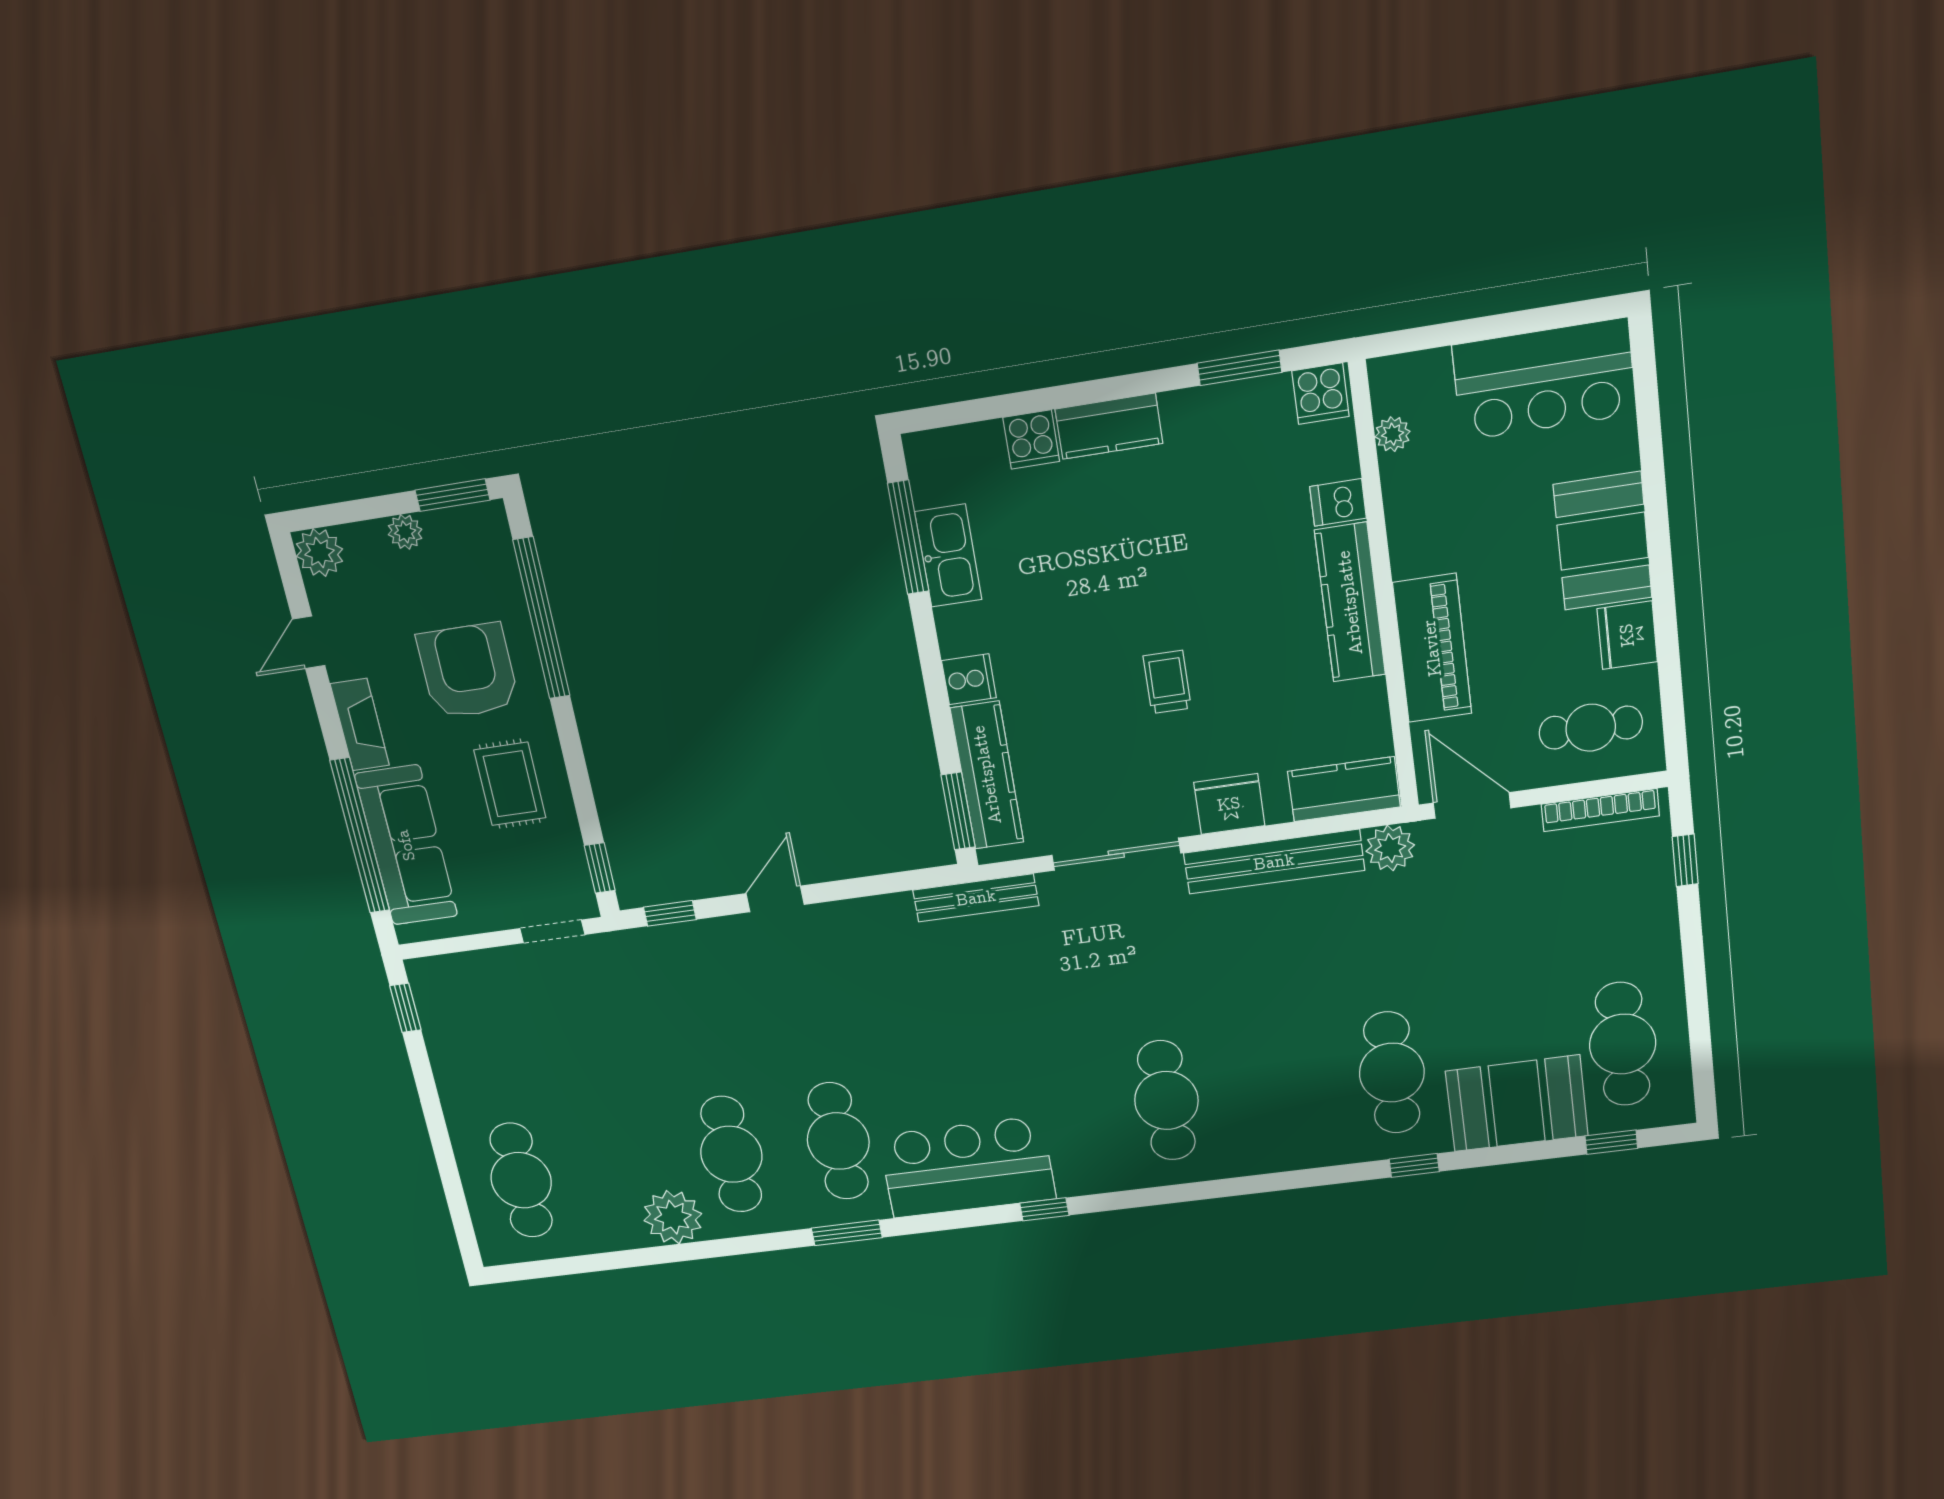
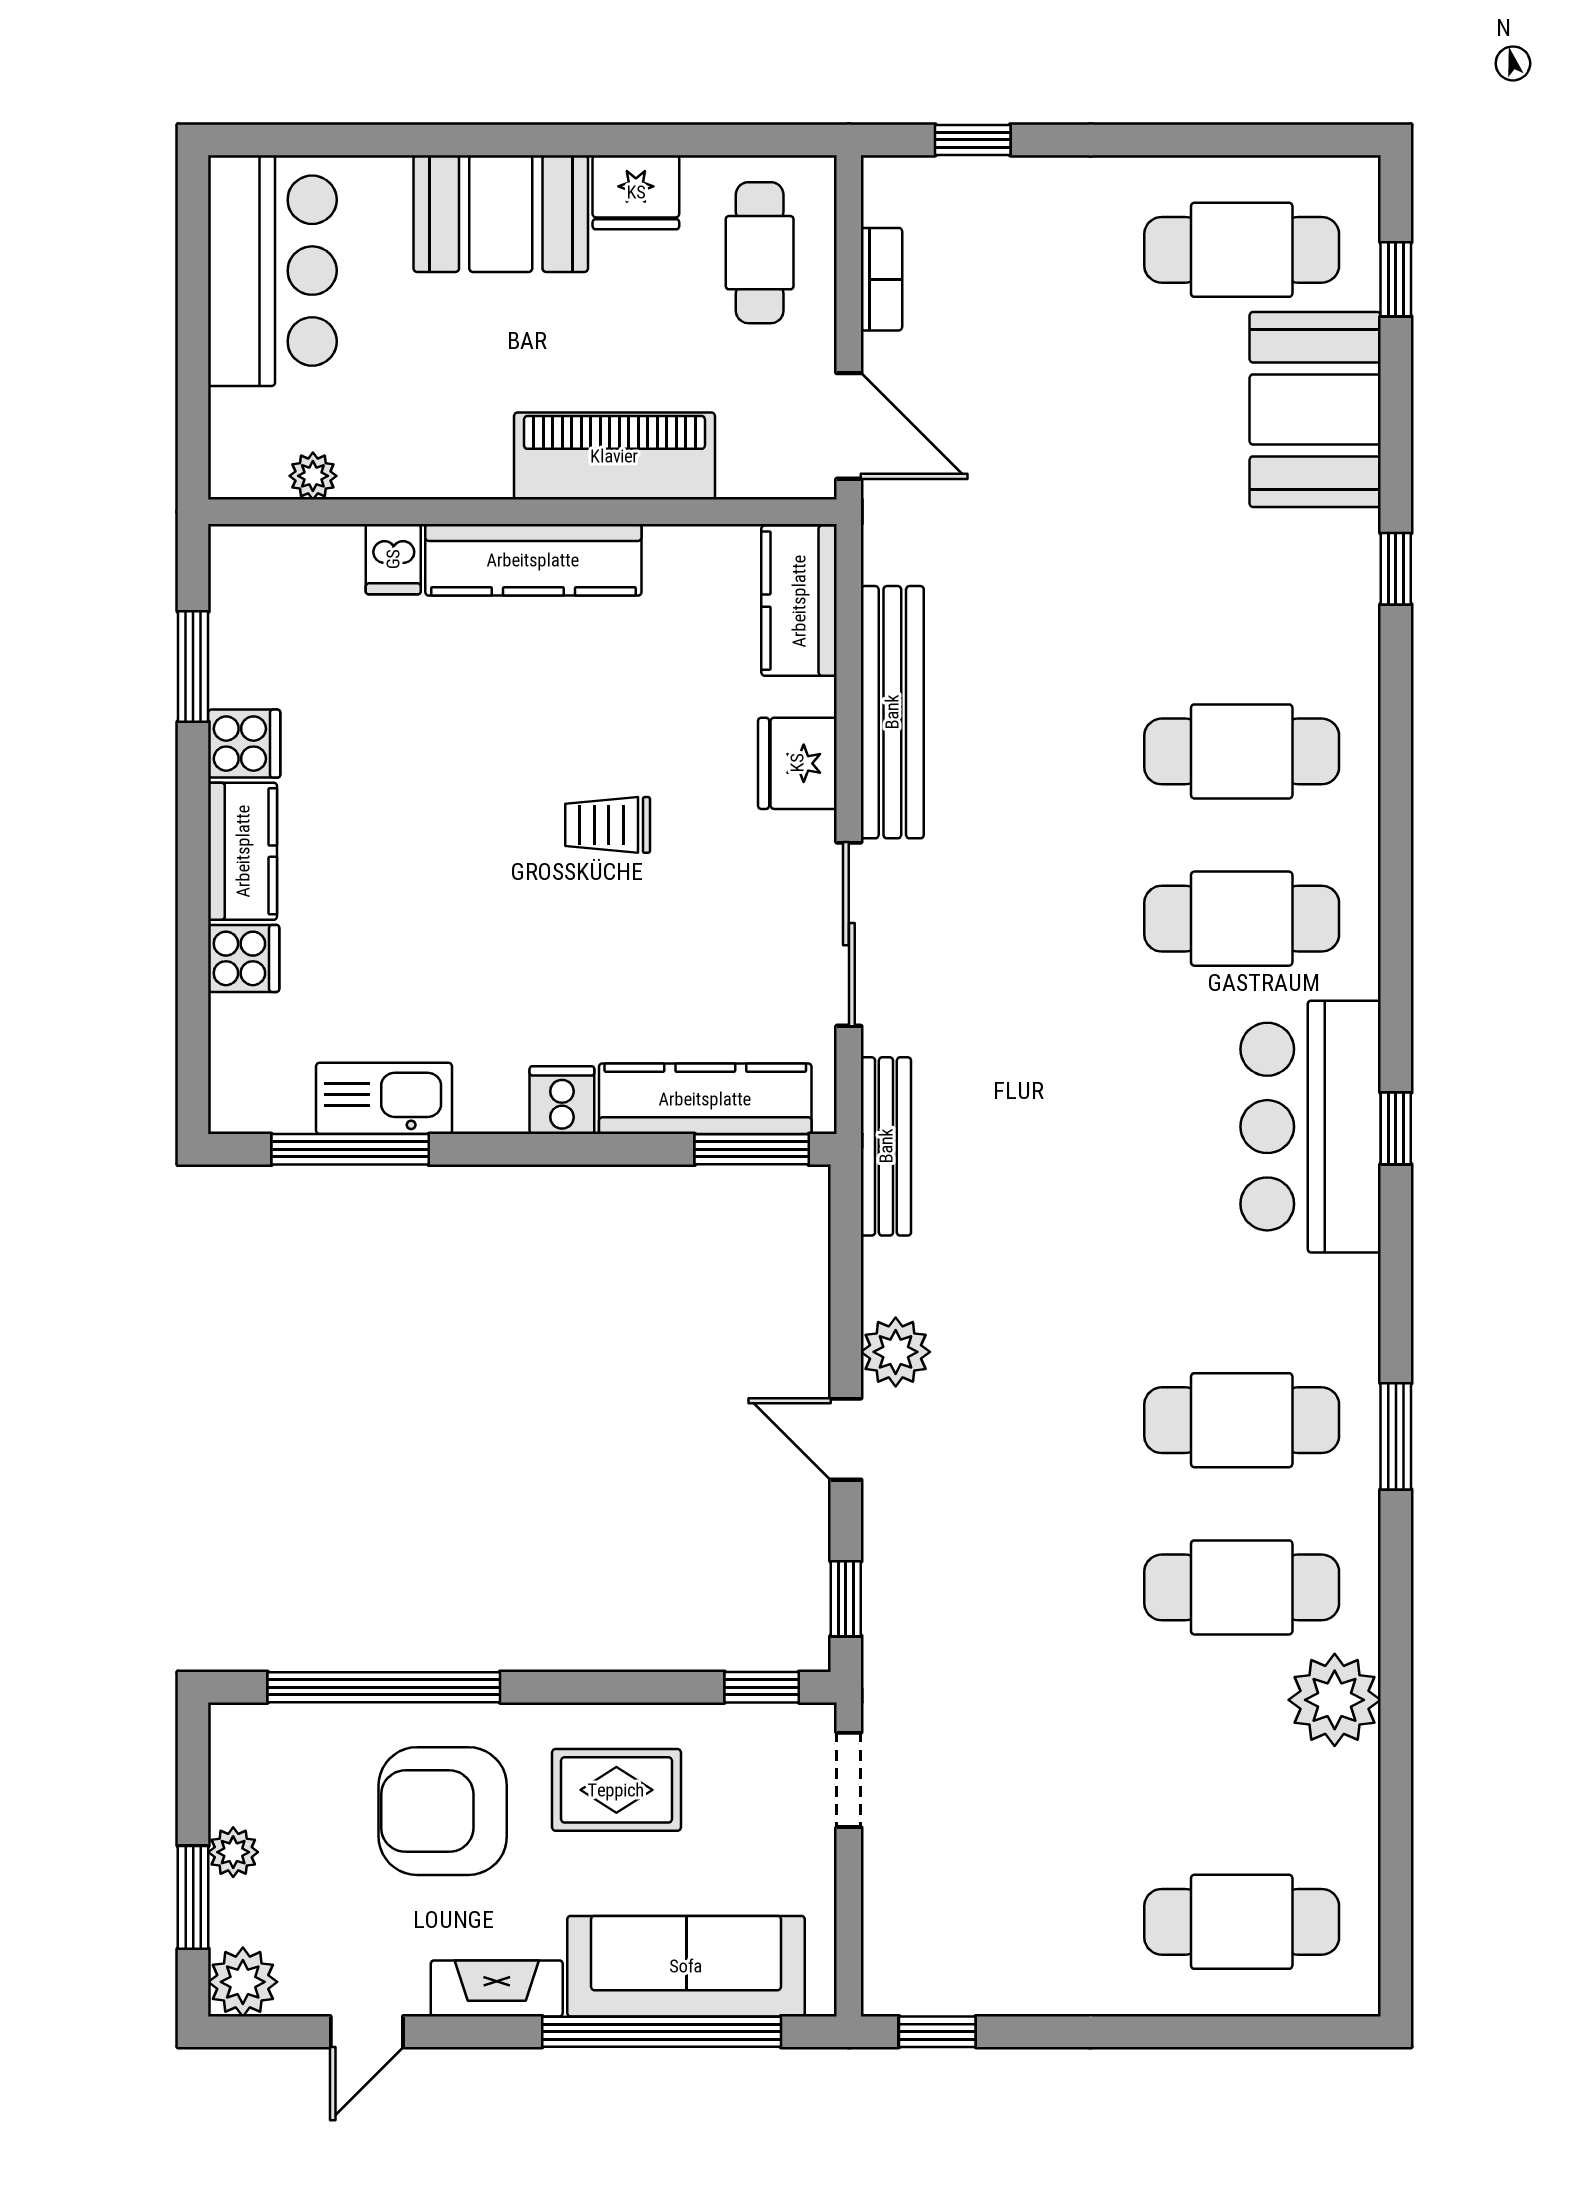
cooker: (1321, 394) -> (244, 744), moved
window: (452, 495) -> (193, 1897), moved
door: (309, 642) -> (367, 2032), hinge flipped
door: (1472, 805) -> (849, 426), swing flipped
bookcase: (1600, 810) -> (881, 279), width x0.64
plant: (1390, 848) -> (896, 1352), moved
cafe table: (1392, 1073) -> (1242, 751), moved
bar counter: (967, 1167) -> (1311, 1127), moved

